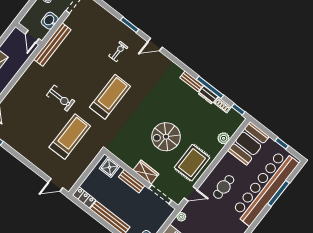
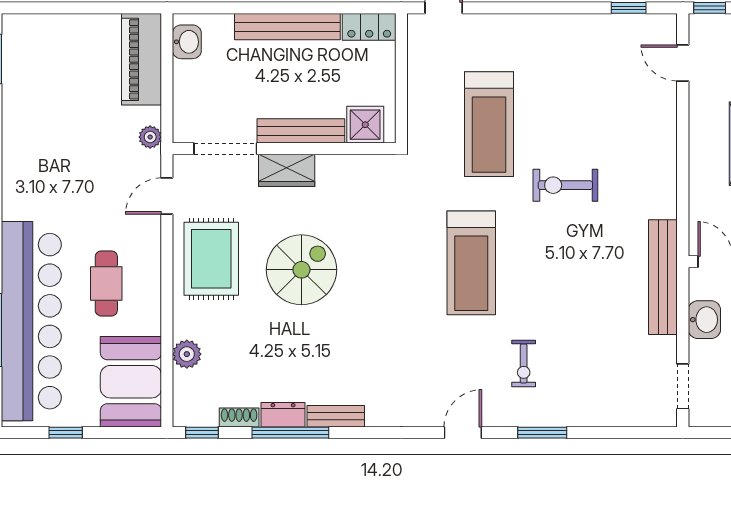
bench: (132, 181) -> (301, 131), width x1.36
cafe table: (224, 187) -> (106, 283), moved

